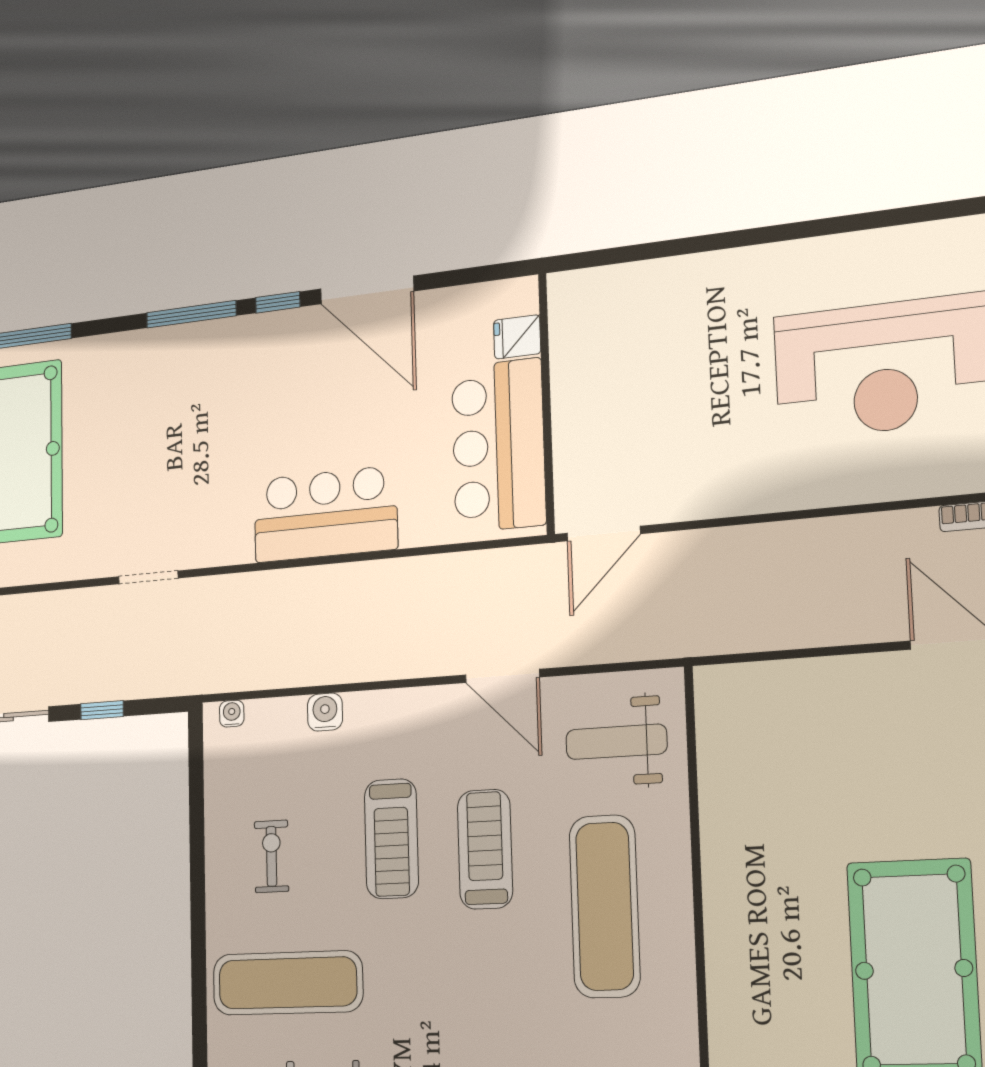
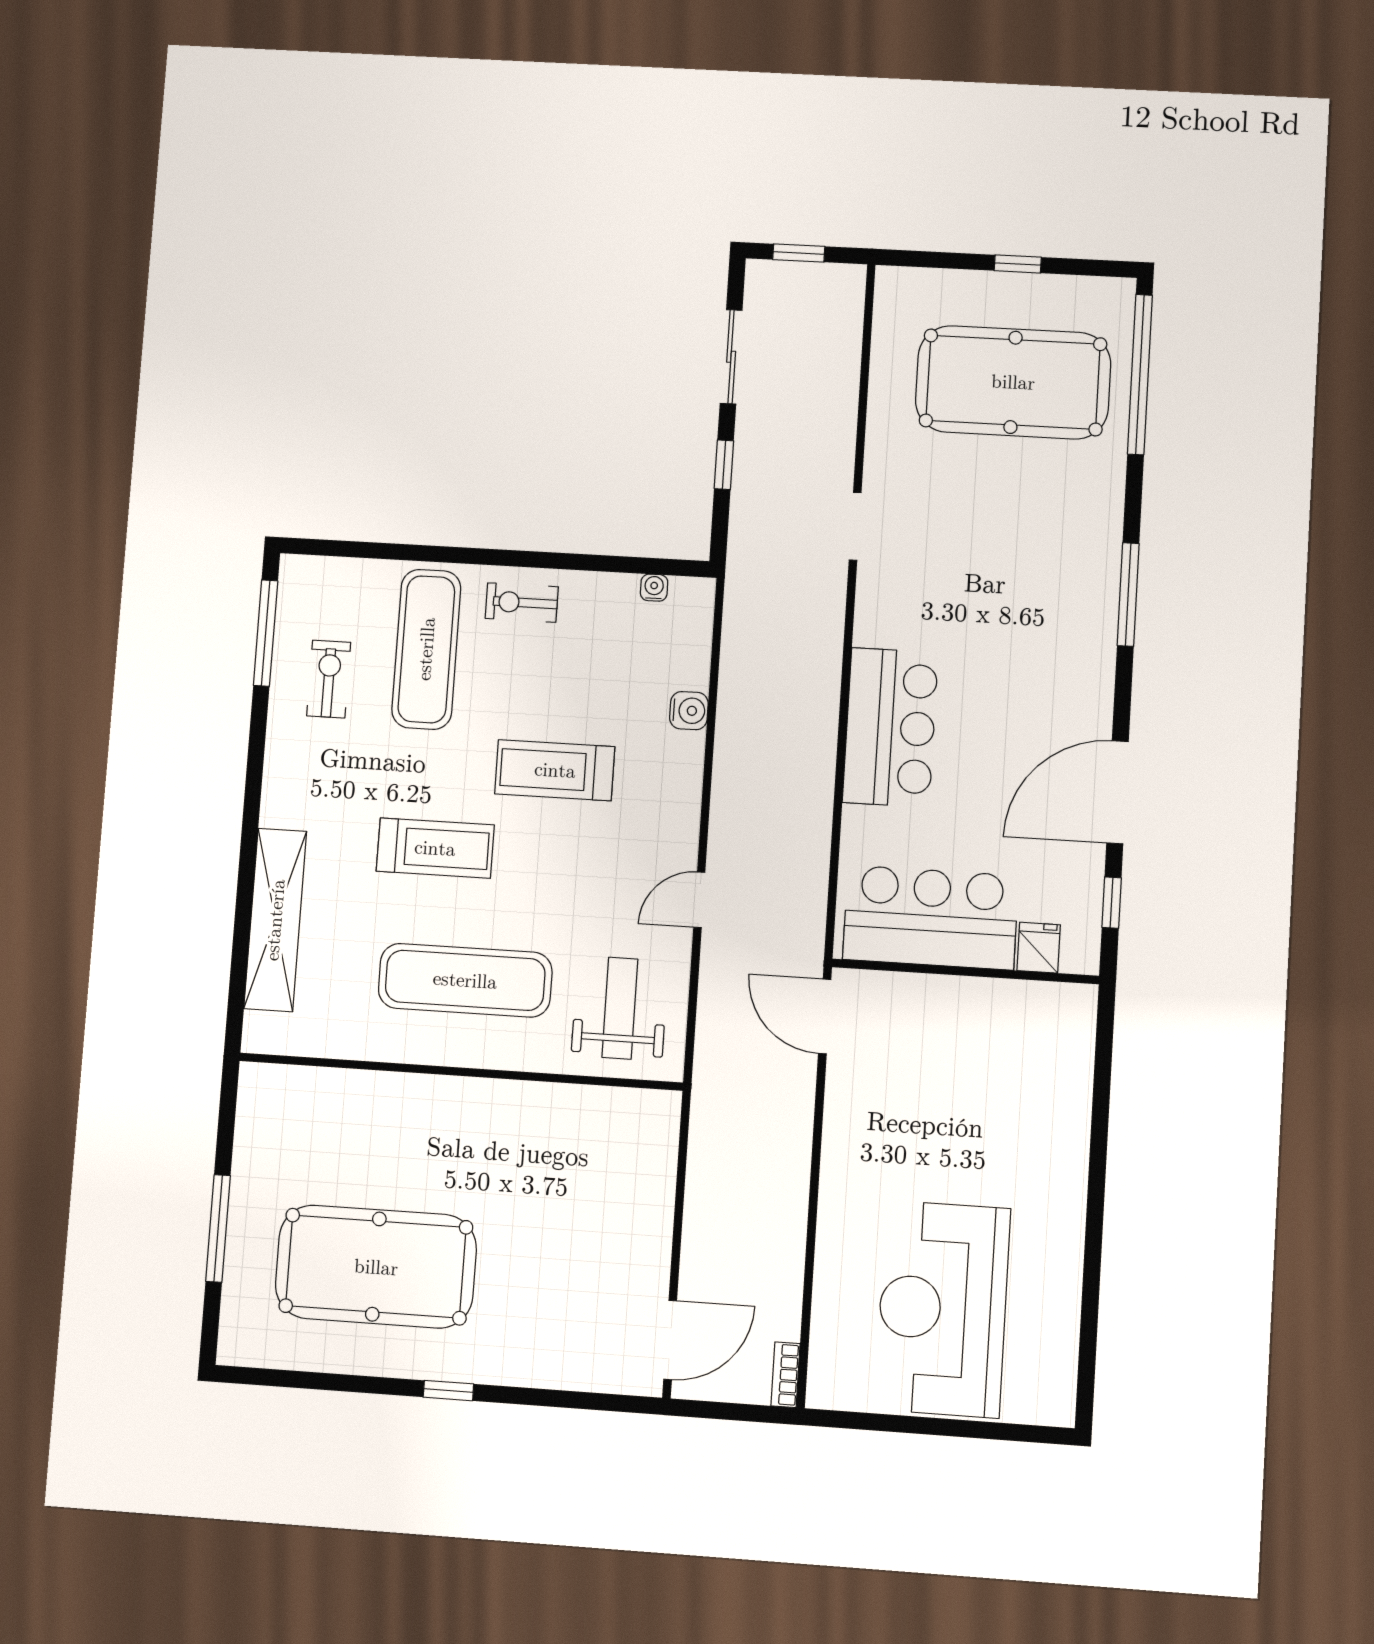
window: (278, 302) -> (1112, 903), moved
door: (502, 676) -> (699, 900), width x0.73
water cooler: (232, 714) -> (654, 588), moved, turned -90
treadmill: (485, 849) -> (435, 848), moved
exercise bike: (272, 856) -> (522, 603), moved, turned 180

